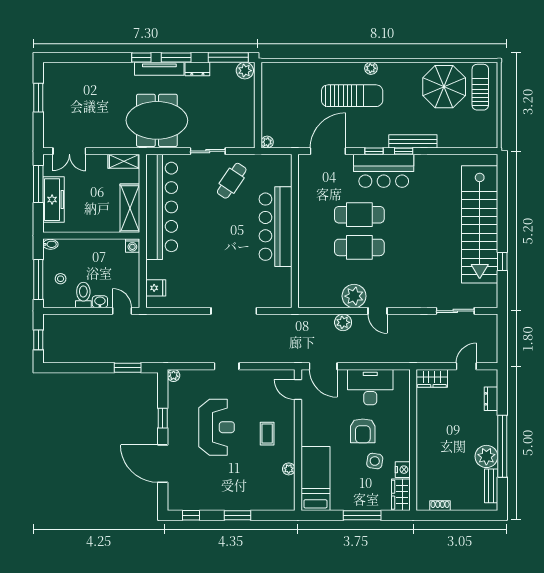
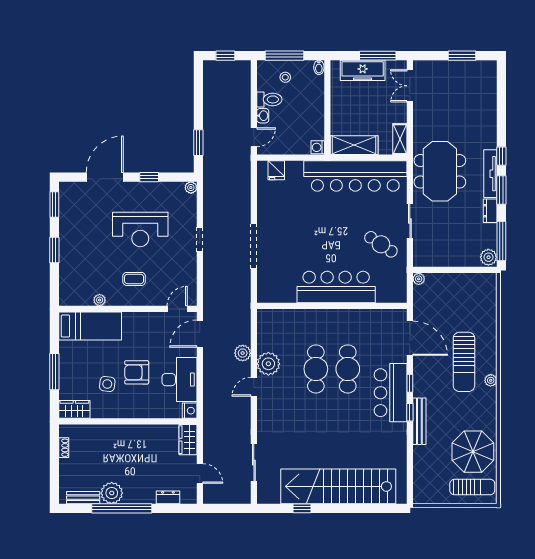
nightstand: (403, 470) -> (190, 411), moved, turned -90
window: (191, 515) -> (54, 205), width x1.50

